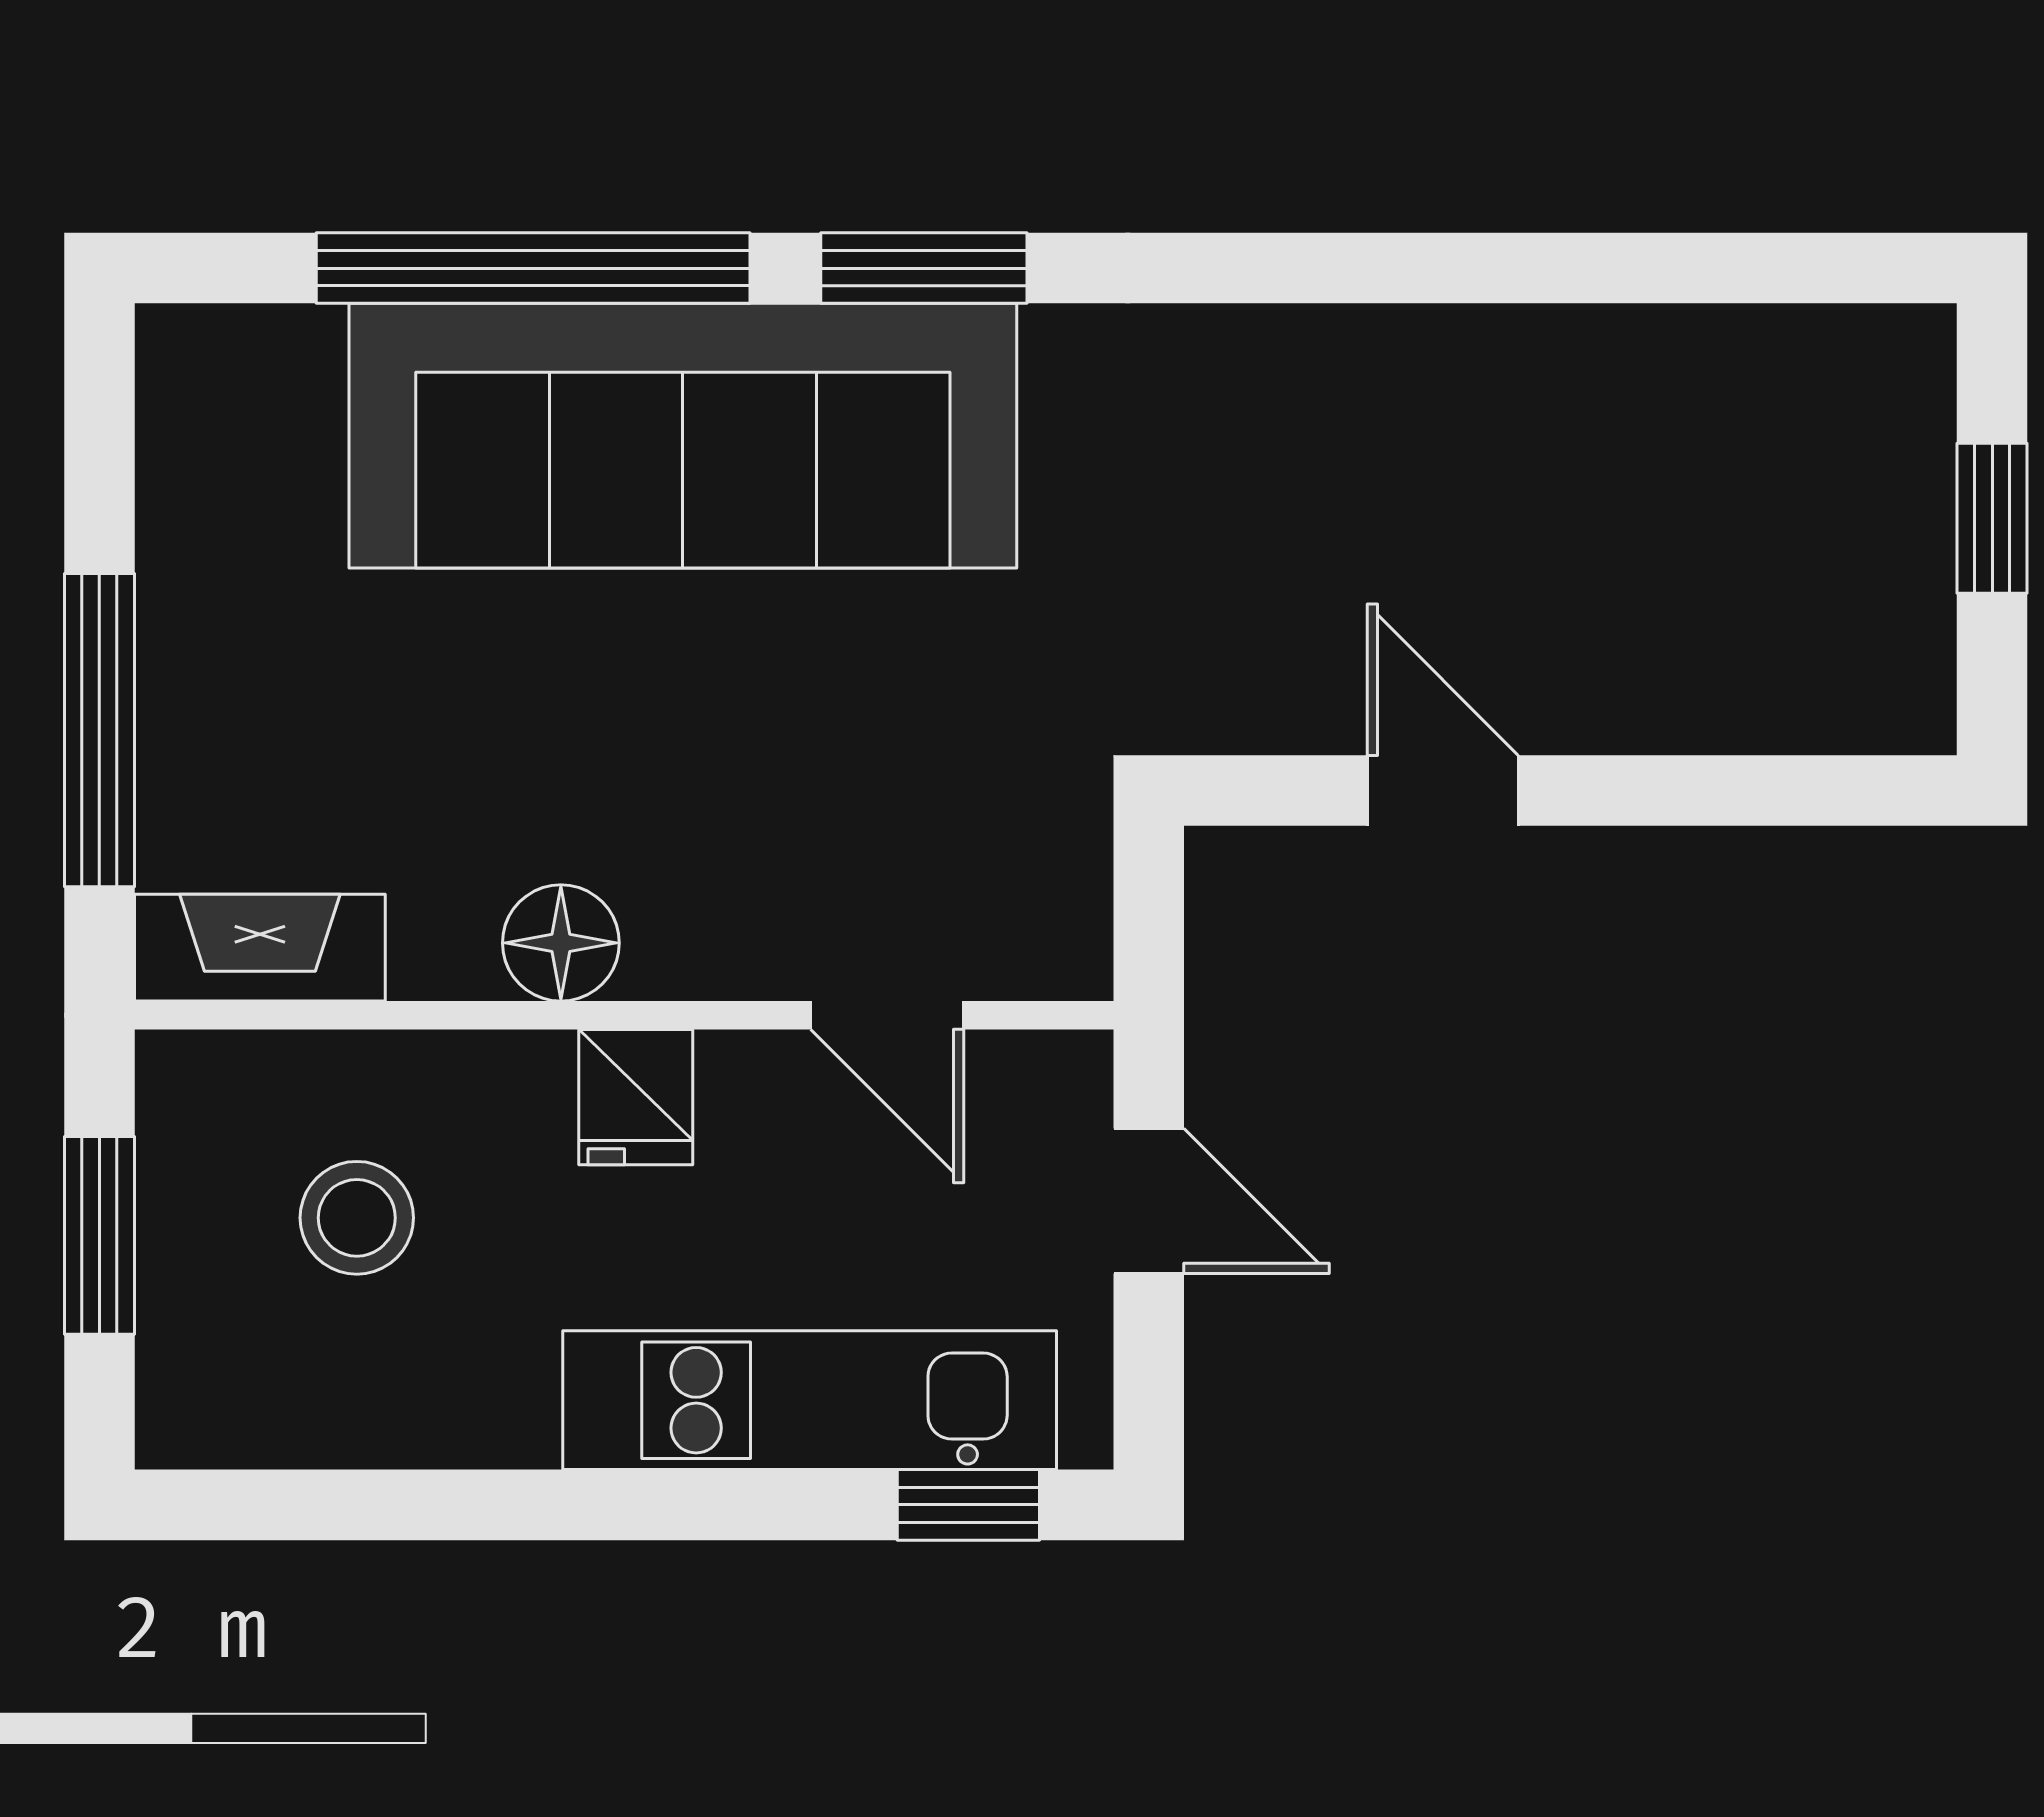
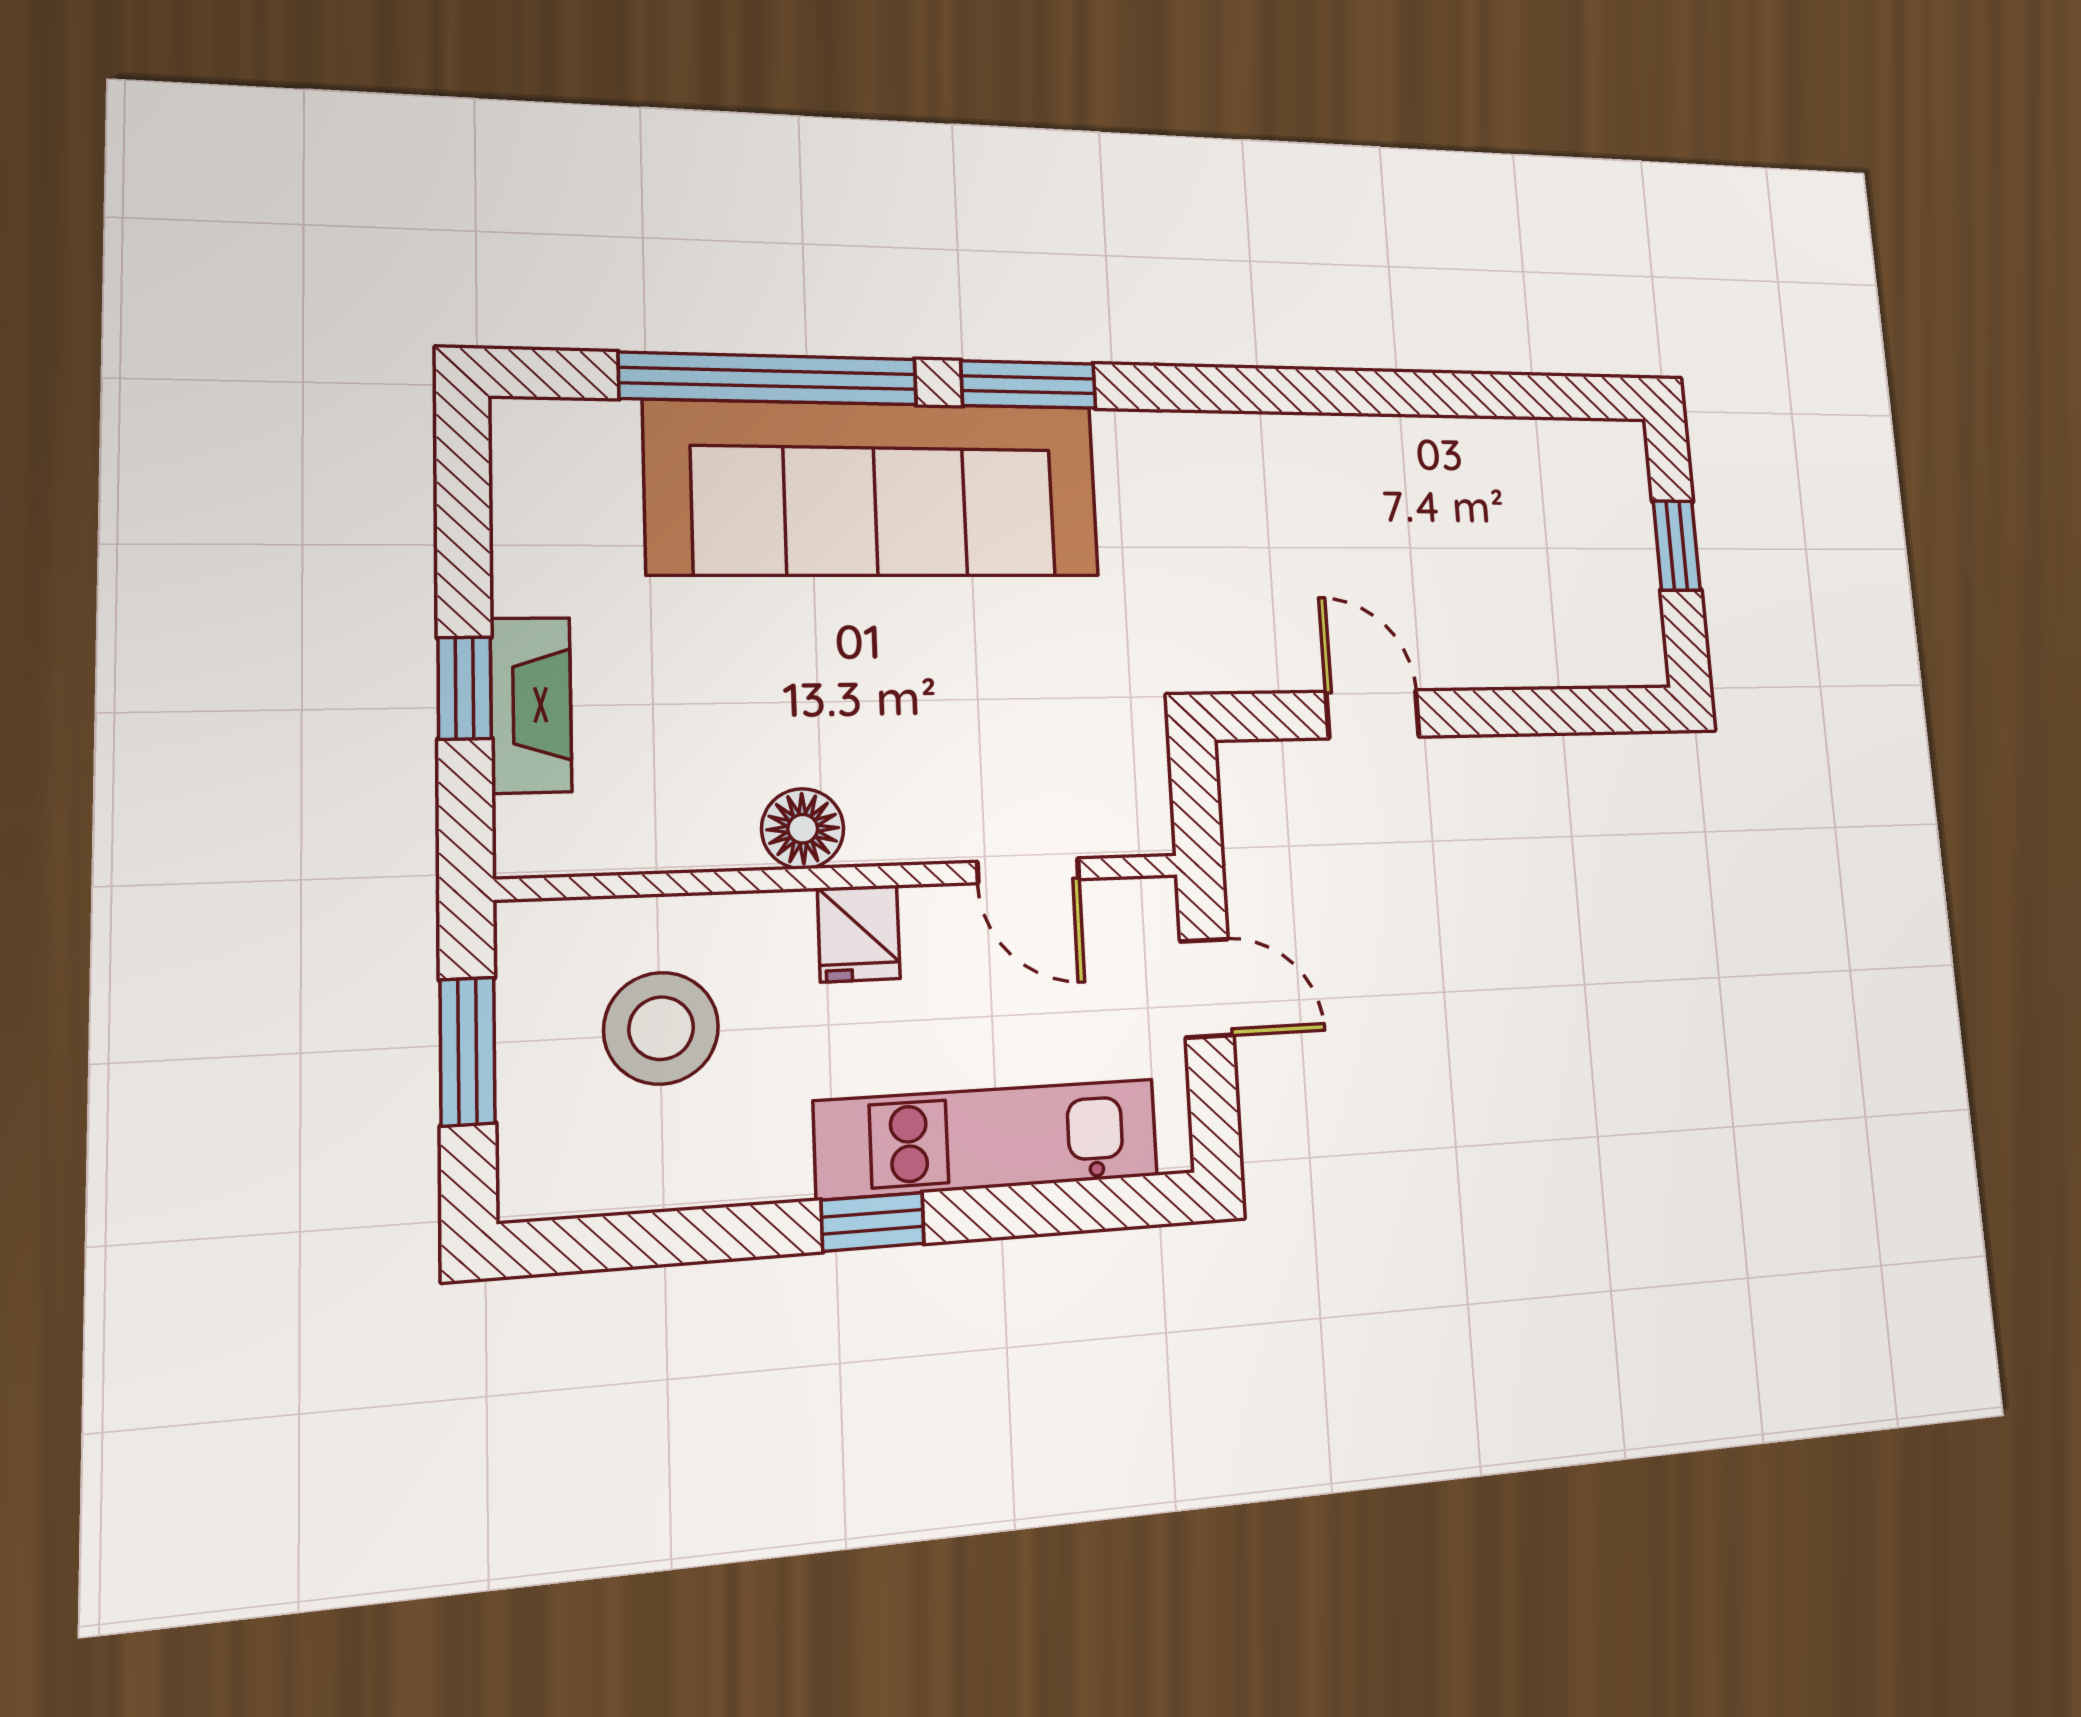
window: (99, 730) -> (465, 688), width x0.46
fireplace: (260, 948) -> (531, 705), moved, turned 90
stool: (357, 1218) -> (661, 1028), width x1.38, depth x1.38
window: (968, 1505) -> (873, 1222), moved

